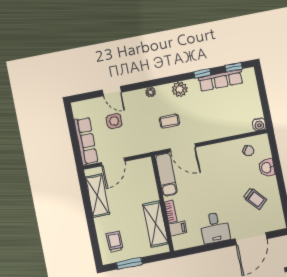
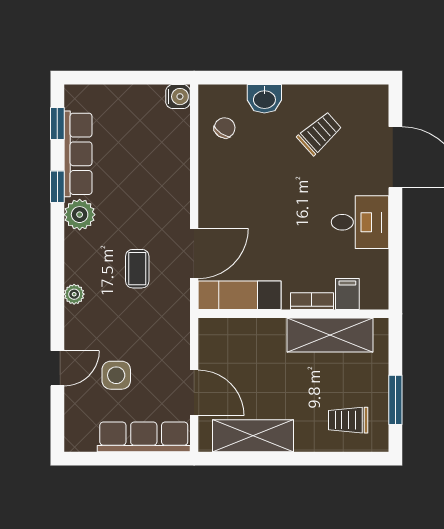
plant: (180, 89) -> (80, 215), moved

